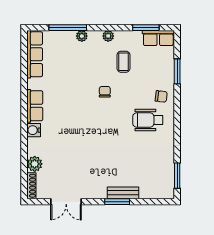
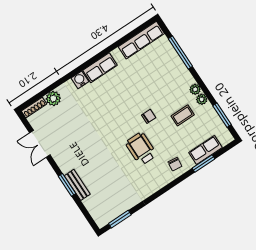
plant: (82, 36) -> (202, 99), moved
row of seats: (158, 38) -> (205, 150), moved, turned 90
wheelchair: (148, 120) -> (141, 149), moved

